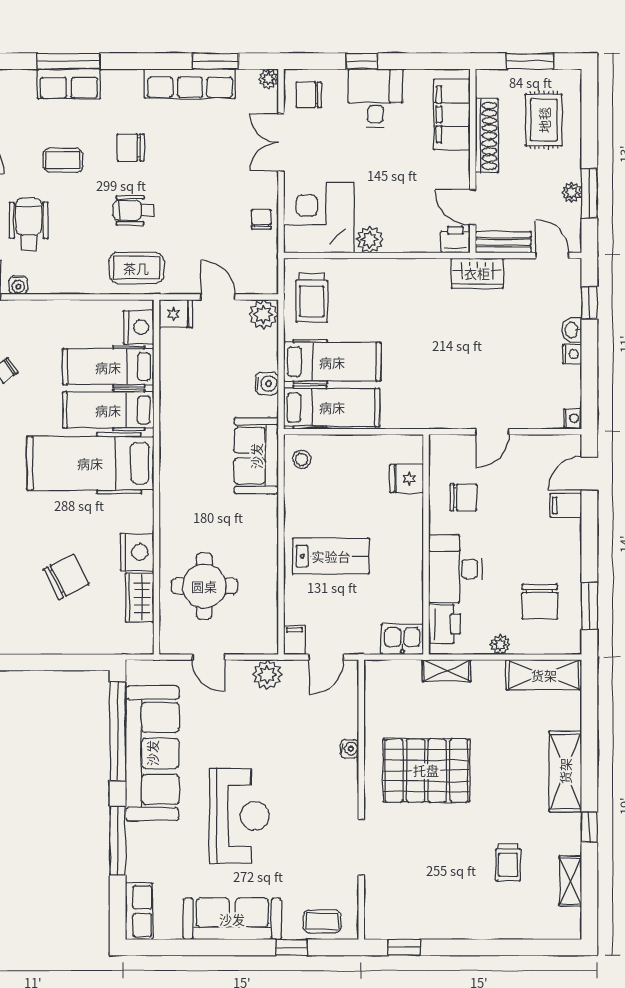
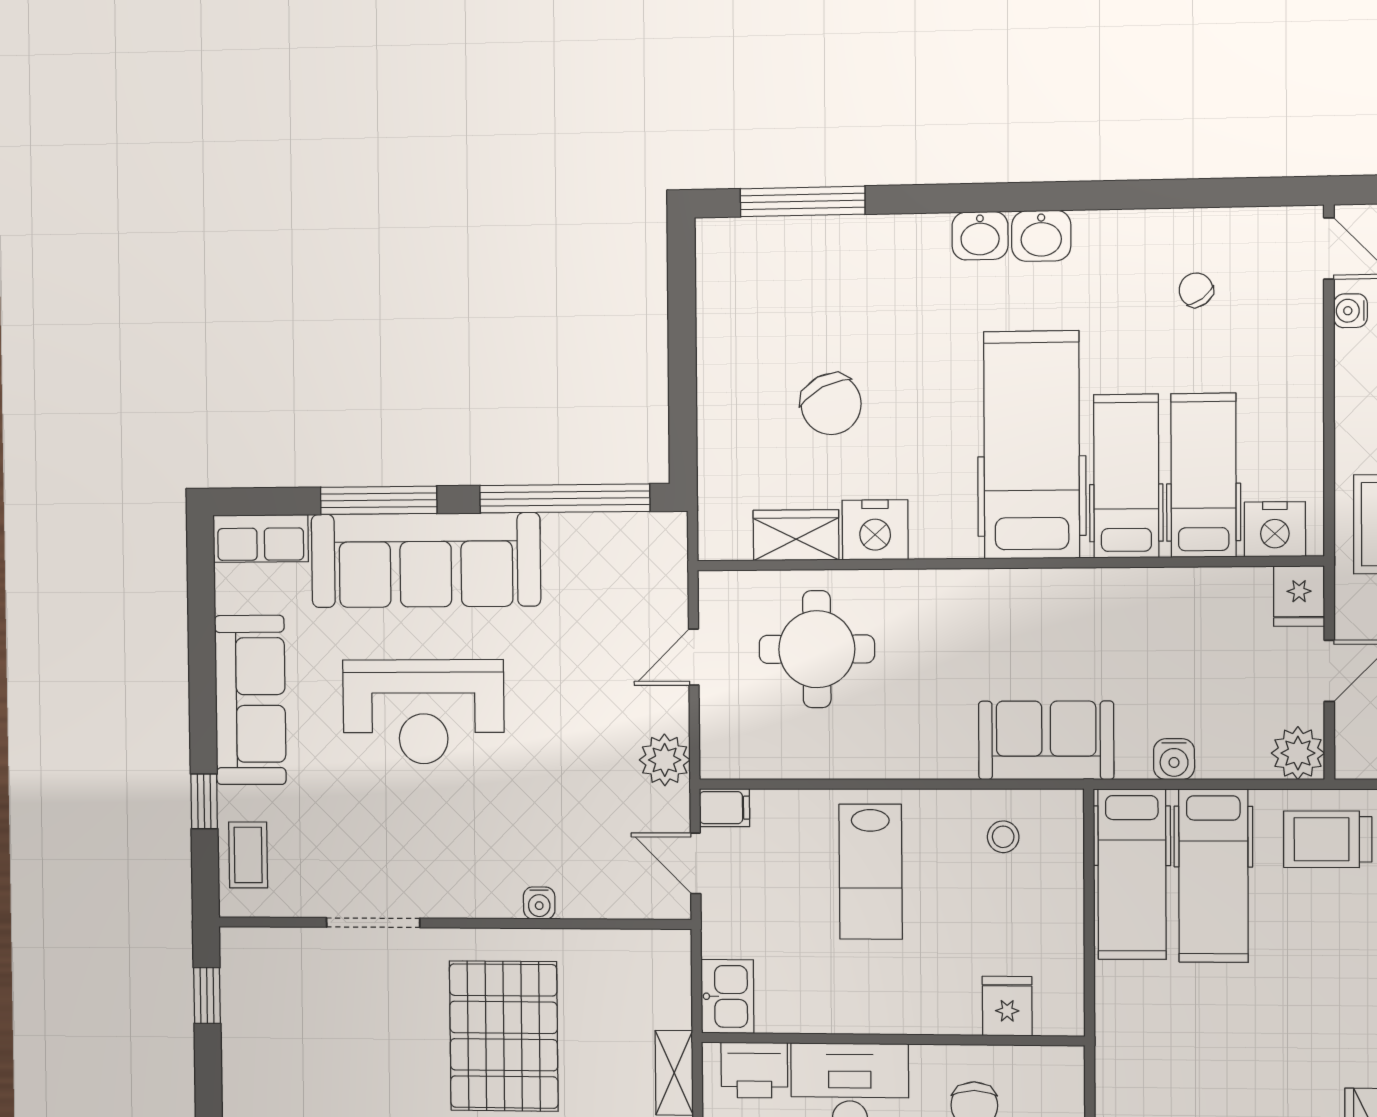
stool: (302, 459) -> (1003, 837), moved
sofa: (152, 753) -> (426, 560), moved

